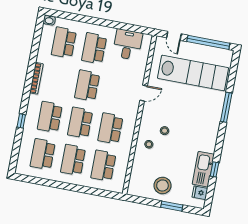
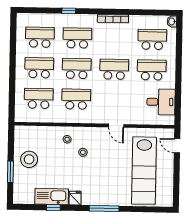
door: (174, 36) -> (177, 146), hinge flipped
window: (208, 42) -> (176, 180), removed
window: (226, 107) -> (104, 208), moved
fridge: (200, 193) -> (75, 198), moved

